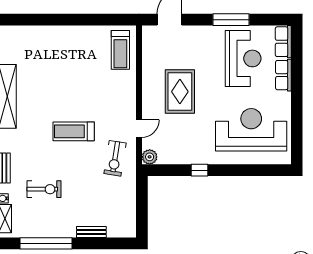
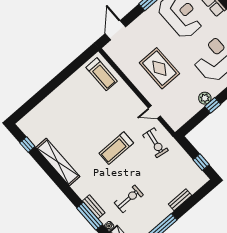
door: (139, 129) -> (154, 112), swing flipped
plant: (150, 157) -> (205, 98), moved
window: (142, 214) -> (201, 162), added

